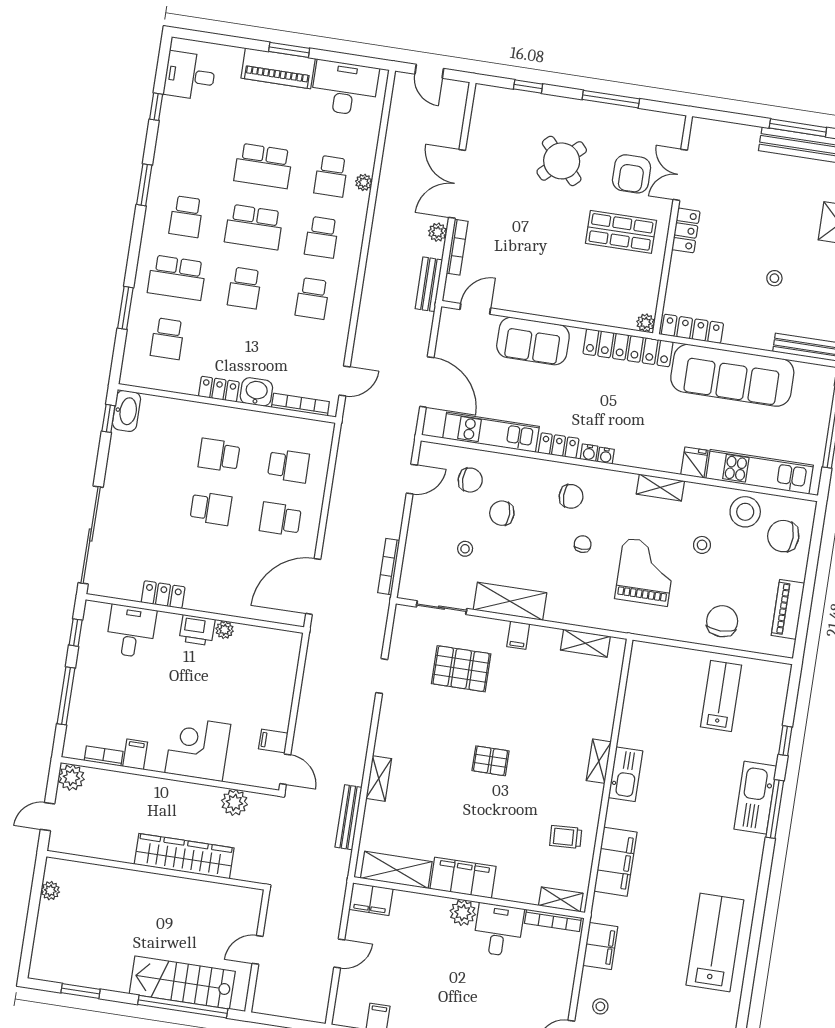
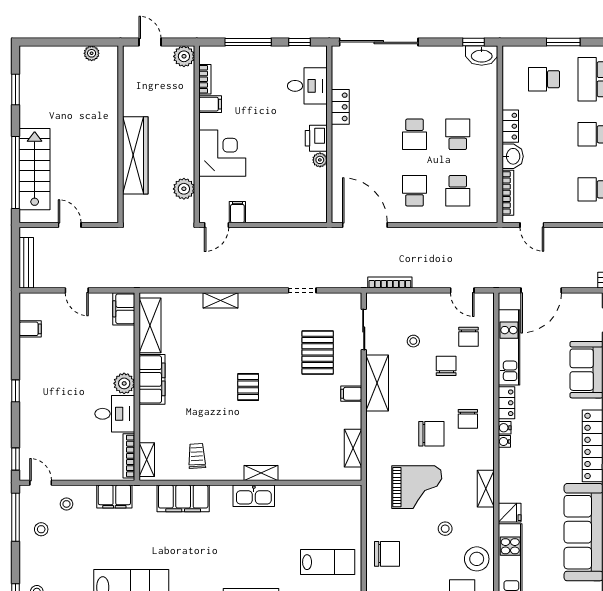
chair: (583, 544) -> (431, 434), width x1.87, depth x1.87
bench: (348, 817) -> (26, 263), moved, turned 90

